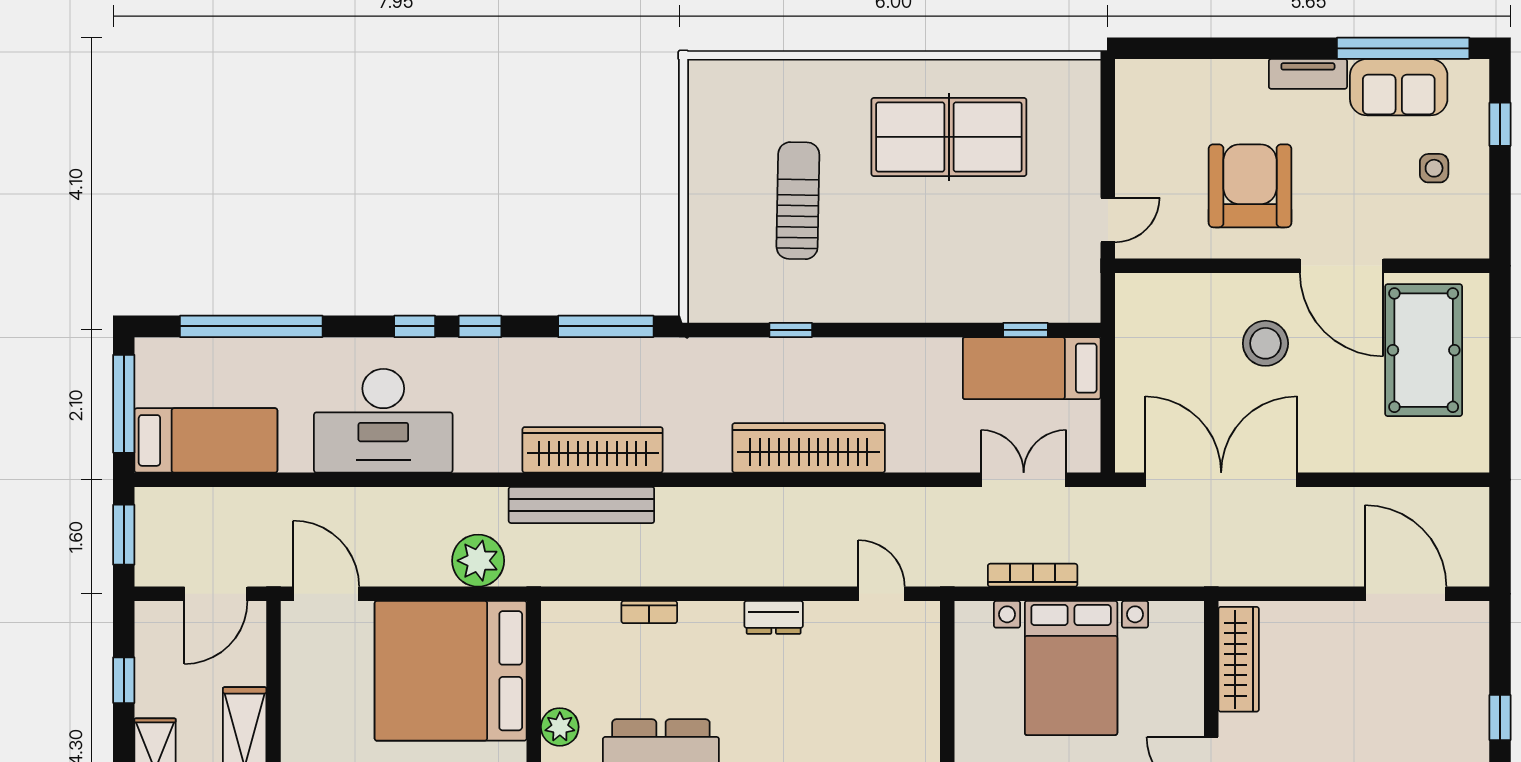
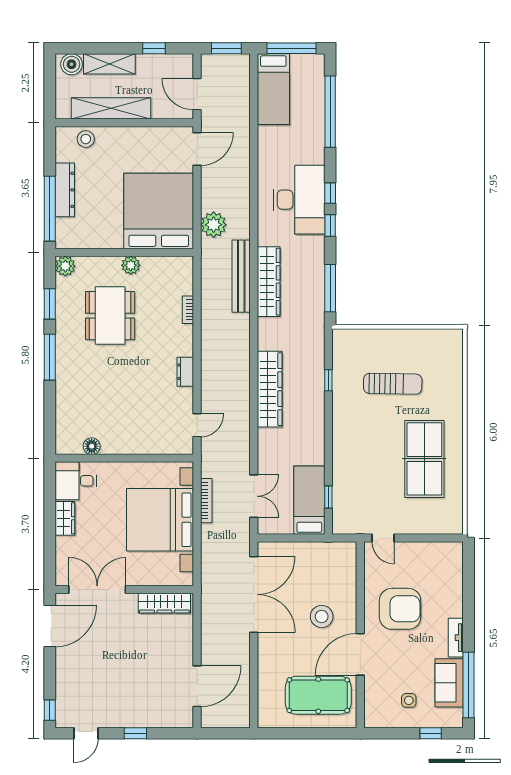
desk: (383, 421) -> (299, 200), moved, turned 180
bed with nightstands: (1071, 668) -> (160, 520), width x1.36

